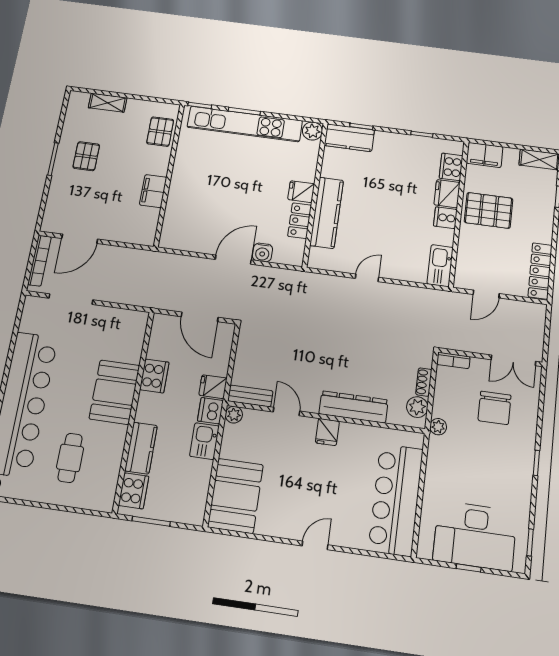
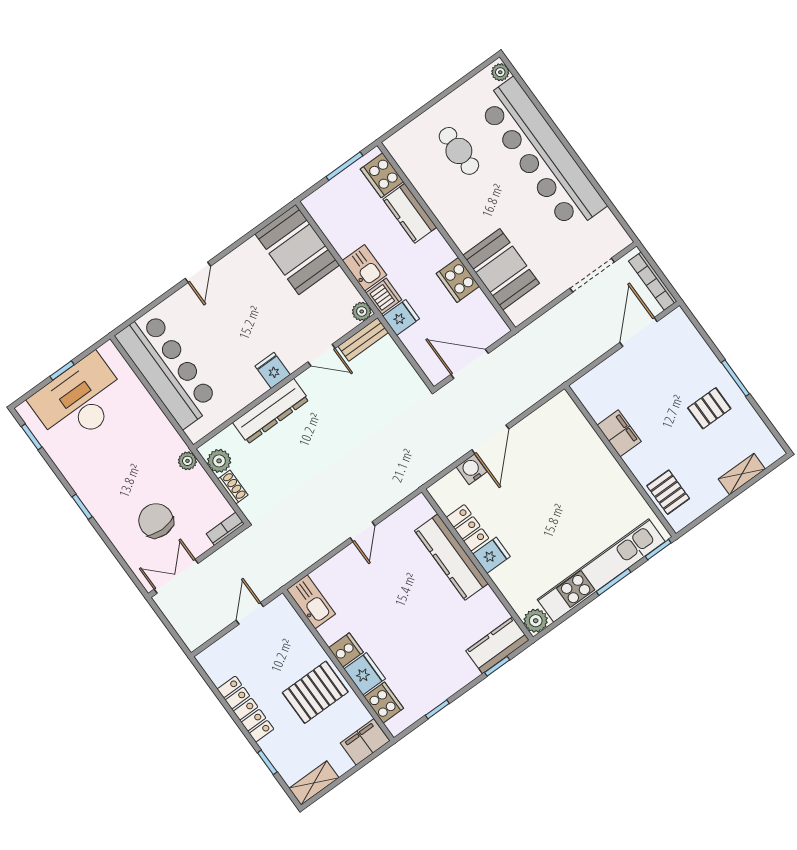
pallet: (86, 156) -> (709, 408), turned 90
locker: (540, 271) -> (245, 709), moved
booth: (114, 392) -> (501, 269), moved

